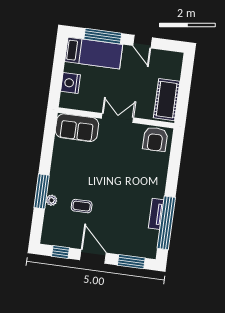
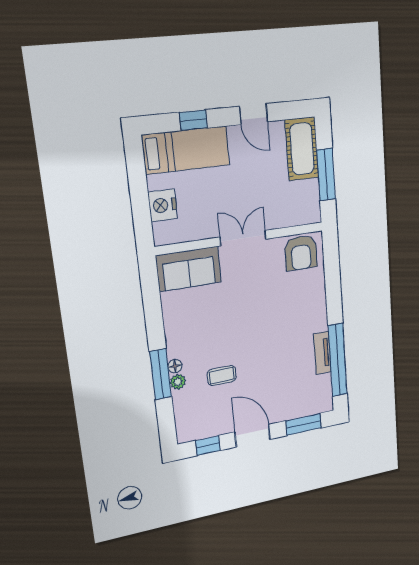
window: (103, 36) -> (193, 120), width x0.46
window: (184, 92) -> (326, 175), added
cot: (167, 100) -> (302, 149), moved
floor lamp: (52, 189) -> (175, 366), added

